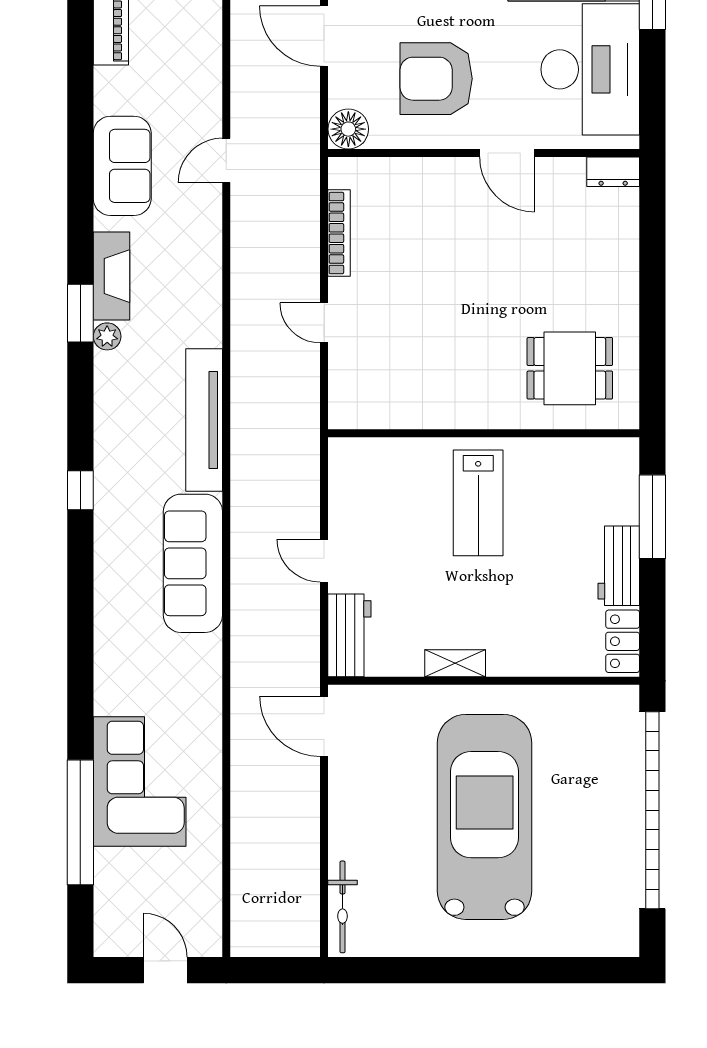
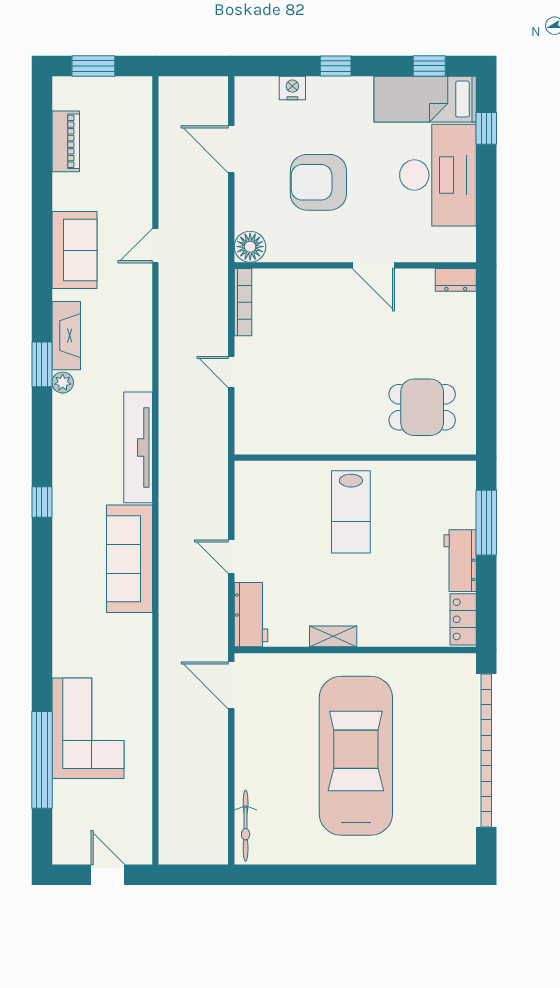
floor lamp: (348, 129) -> (250, 247), moved
wall: (484, 153) -> (355, 265), moved
door: (507, 153) -> (373, 265), moved
dresser: (613, 172) -> (456, 280), moved

